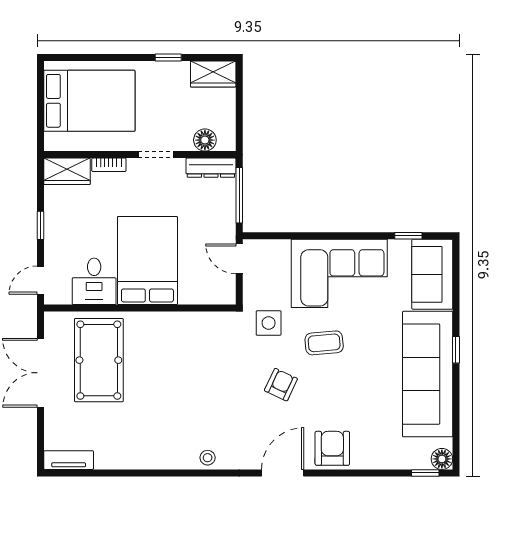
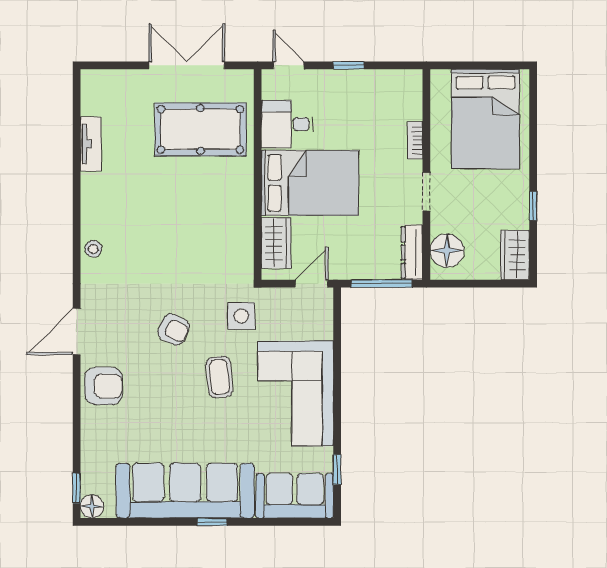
floor lamp: (205, 140) -> (447, 251), width x1.38, depth x1.38
wardrobe: (67, 171) -> (276, 243), moved, turned 180
tv unit: (69, 460) -> (91, 144), moved
door: (283, 473) -> (77, 331), swing flipped

